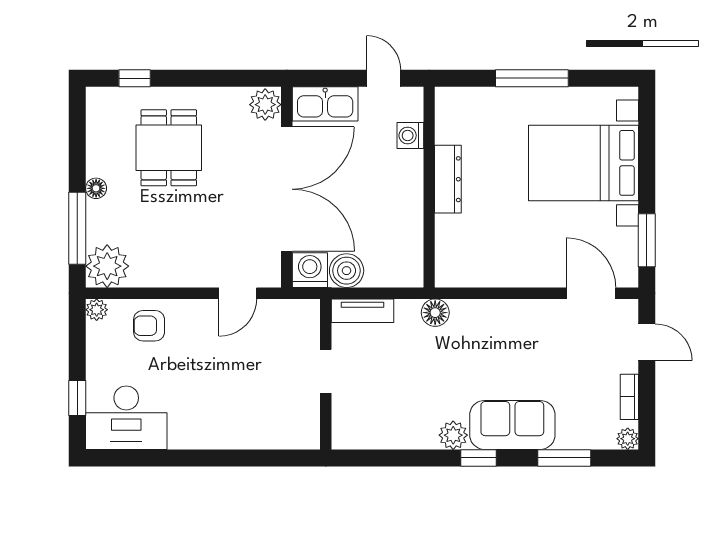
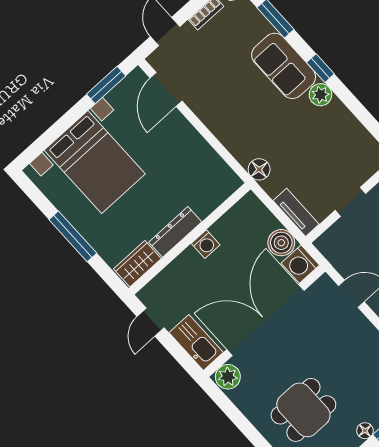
wardrobe: (450, 116) -> (137, 264), added
washing machine: (410, 135) -> (206, 244), moved

